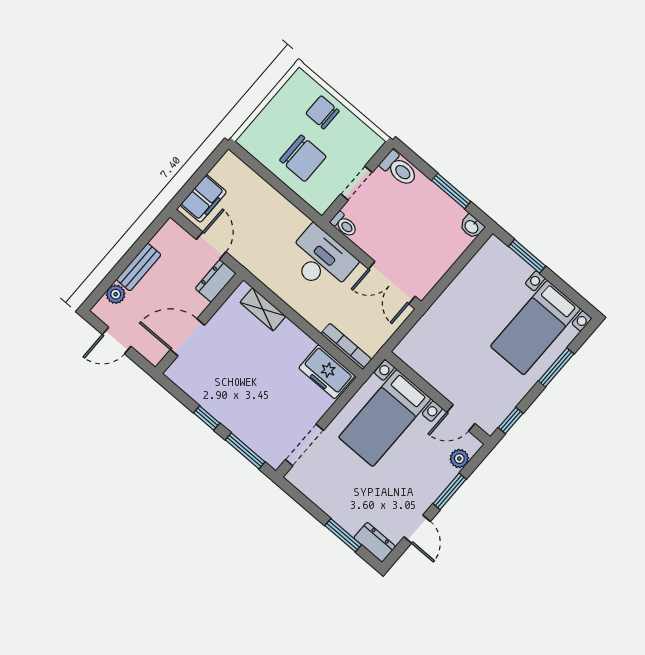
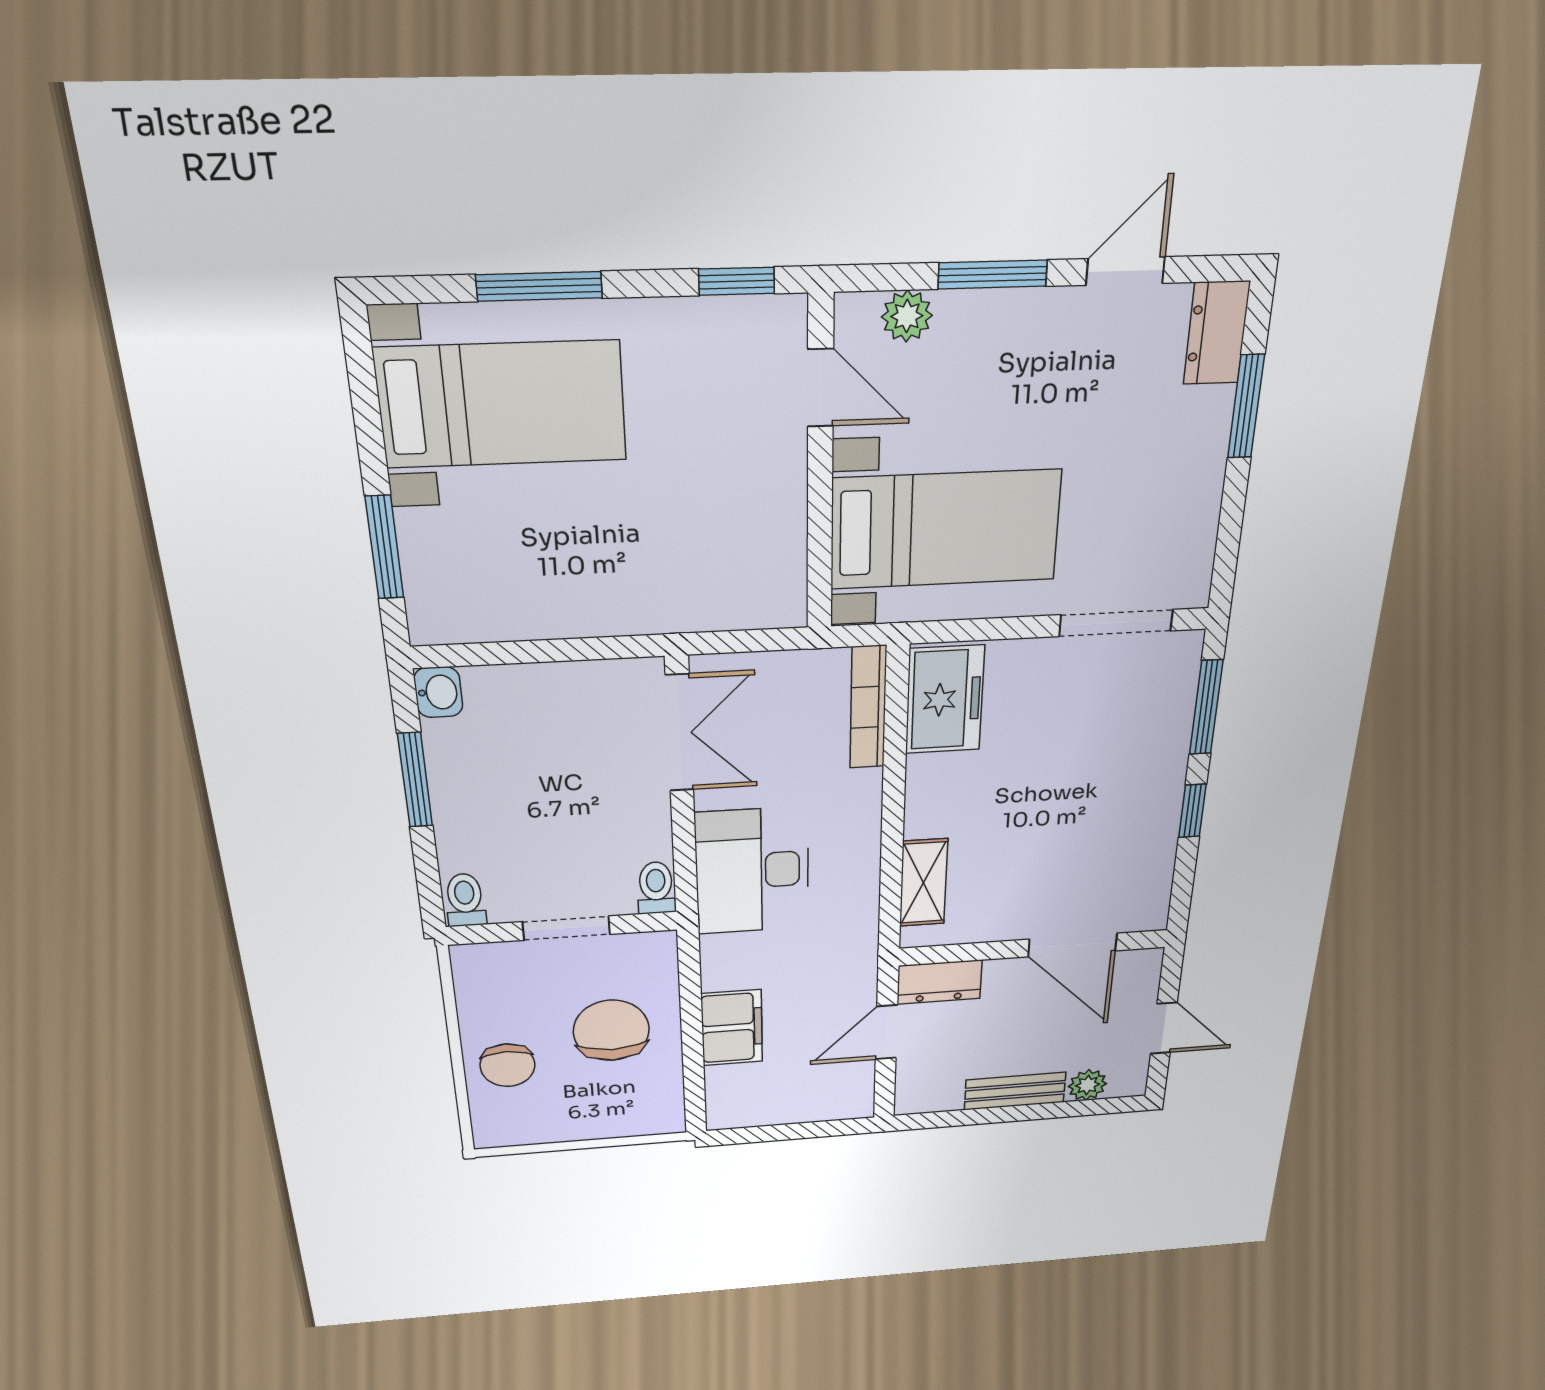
toilet: (399, 169) -> (465, 900), width x0.73, depth x0.72
filing cabinet: (203, 198) -> (732, 1028), moved, turned 90

